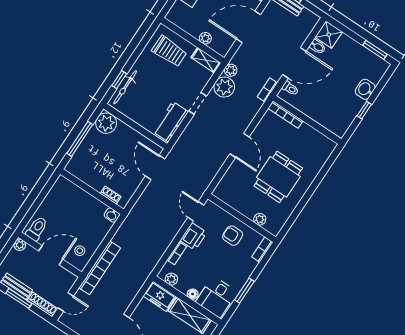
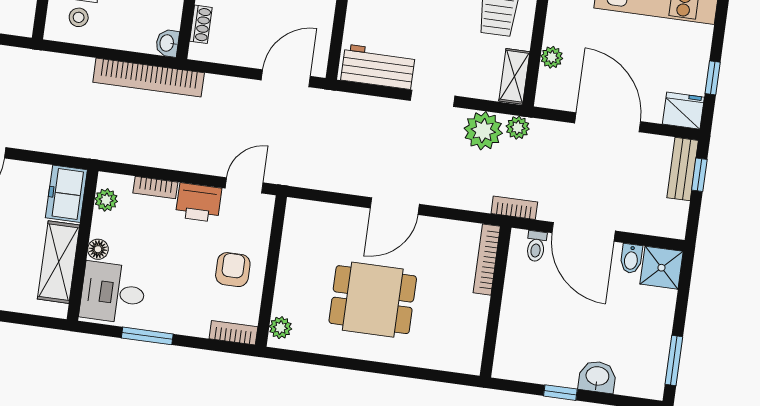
plant: (260, 219) -> (280, 328), moved
bookcase: (100, 268) -> (149, 78), moved

